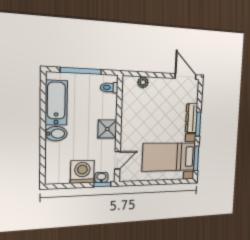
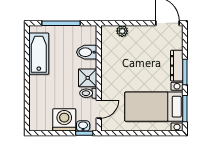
toilet: (109, 87) -> (88, 93), moved
bidet: (56, 134) -> (87, 52), moved, turned 180

